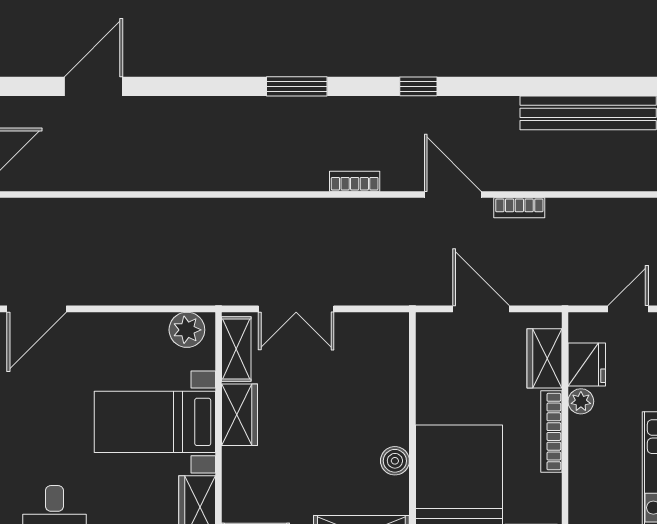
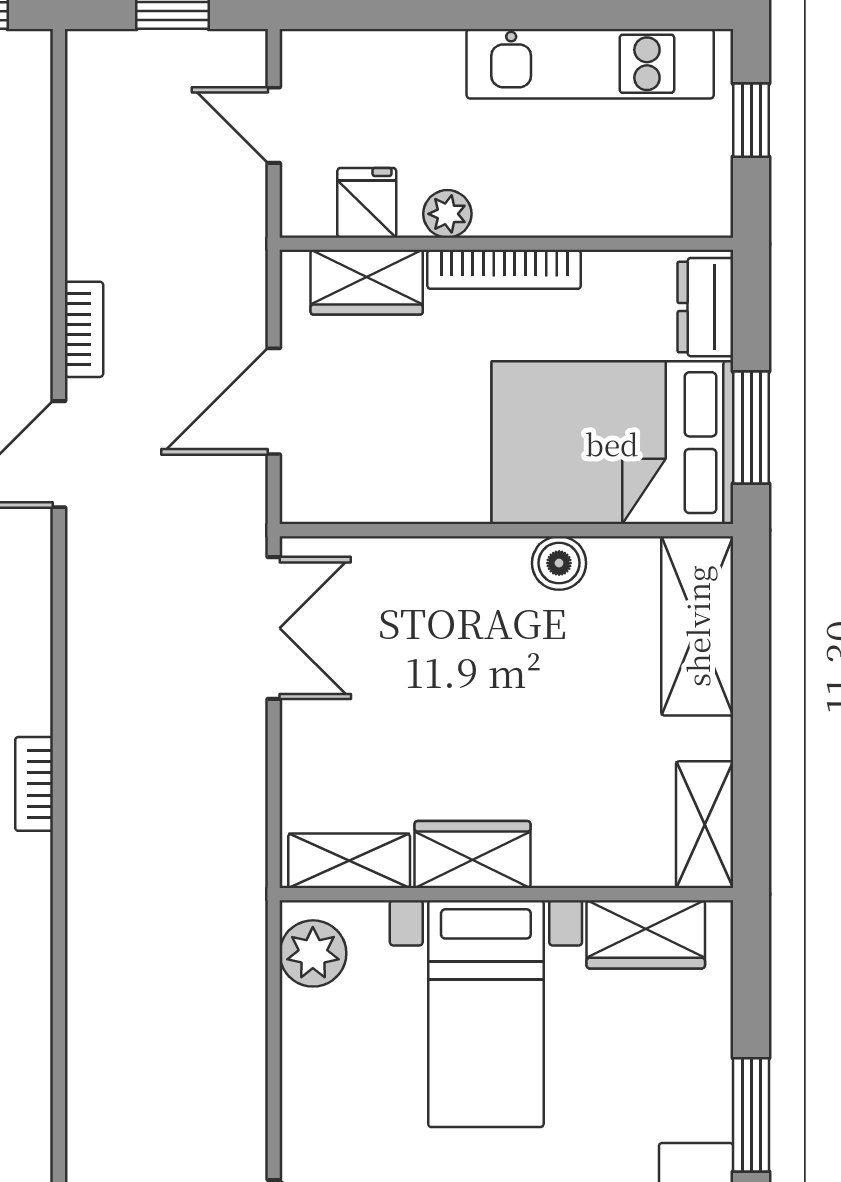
bookcase: (355, 181) -> (34, 784), moved
double door: (296, 309) -> (274, 628), moved
fridge: (587, 364) -> (367, 203), width x0.72

